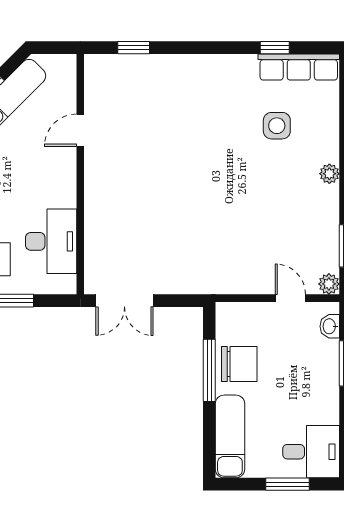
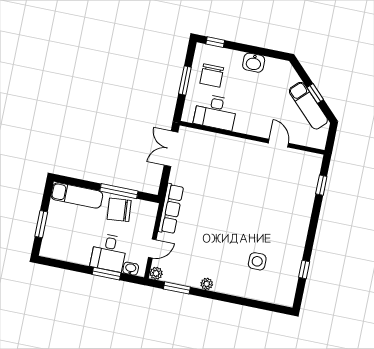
row of seats: (299, 67) -> (171, 209), moved, turned 180
plant: (329, 174) -> (207, 284), moved
chair: (239, 364) -> (119, 210), turned 85
desk: (311, 452) -> (109, 253), moved

